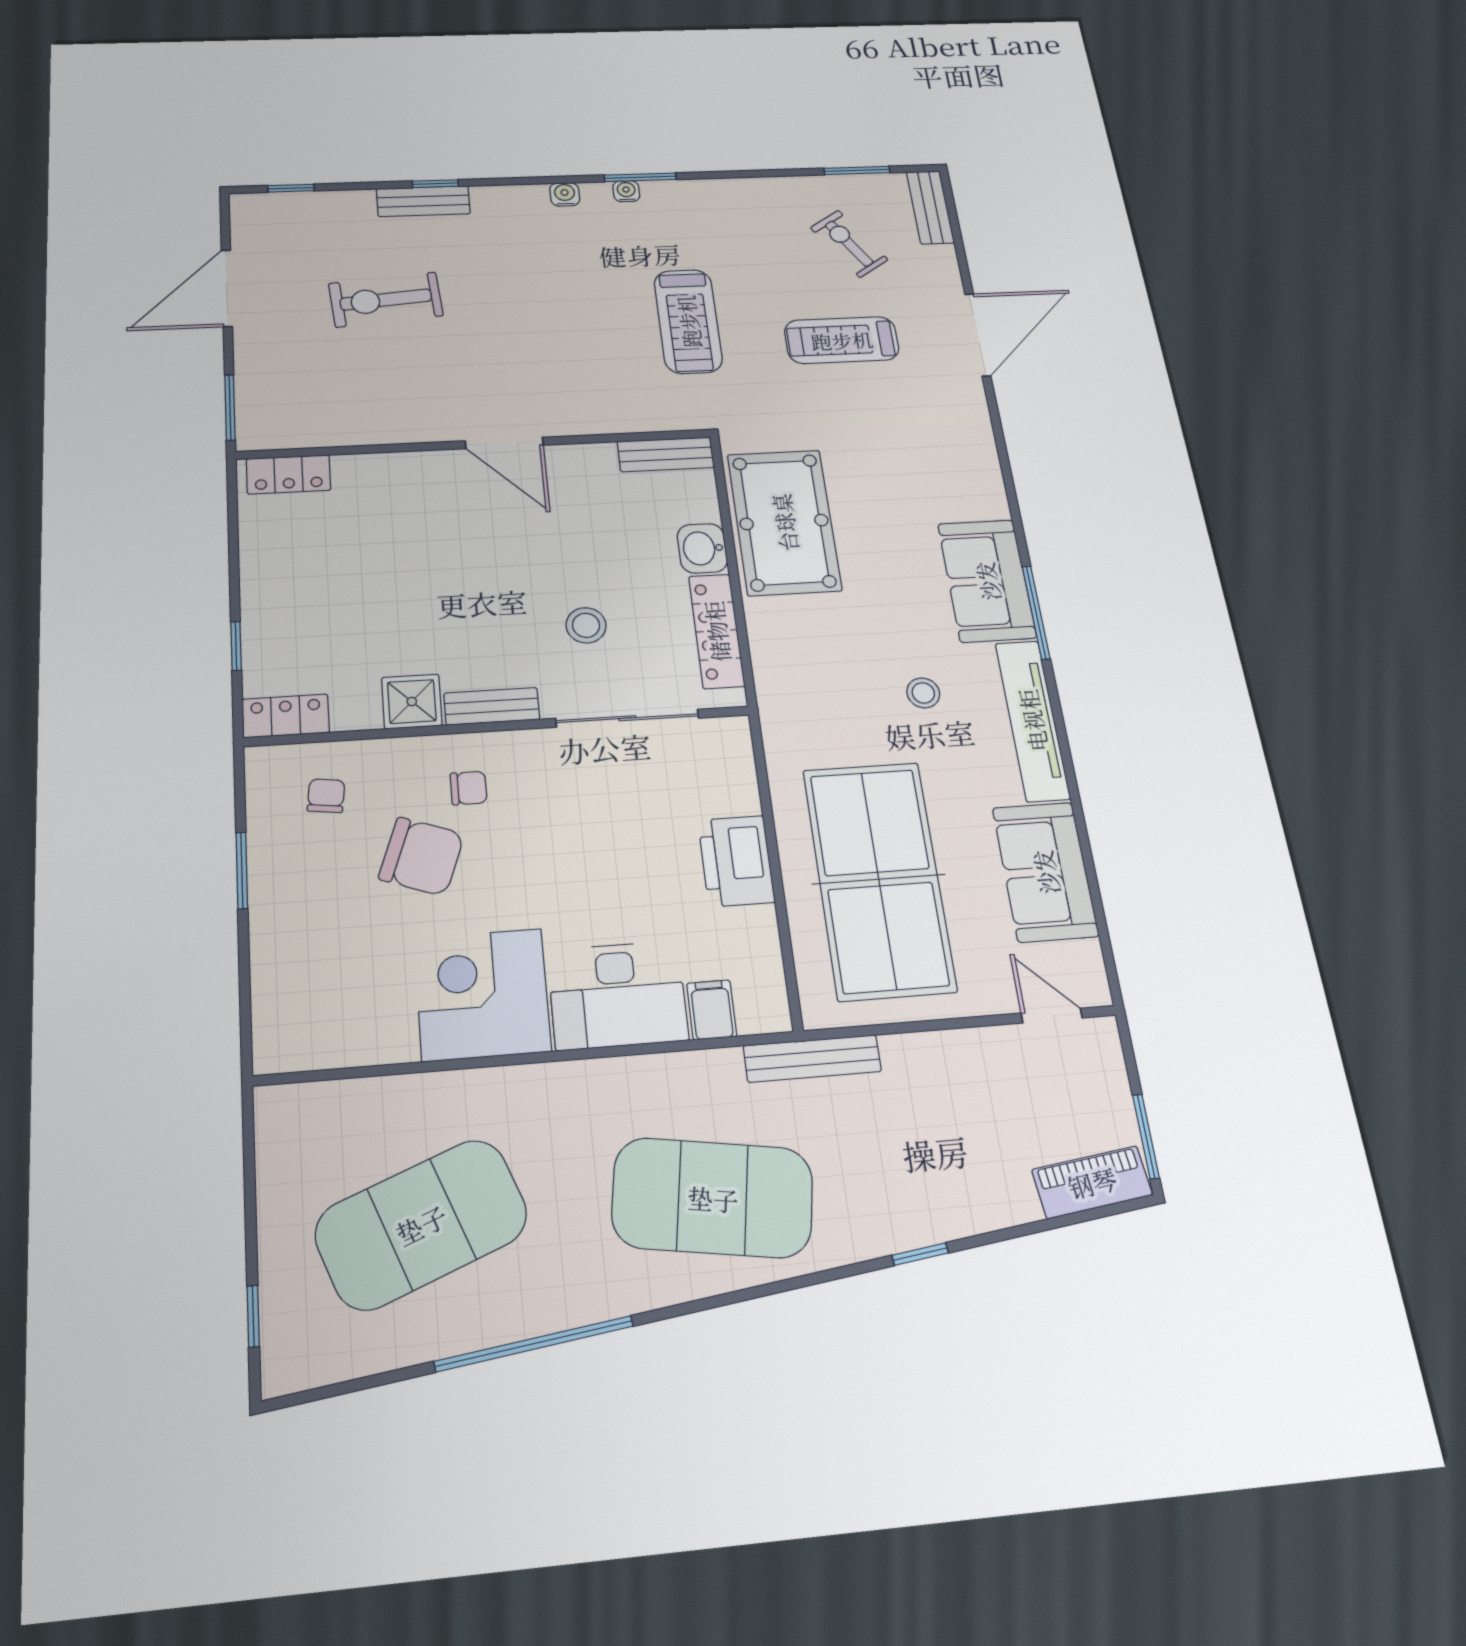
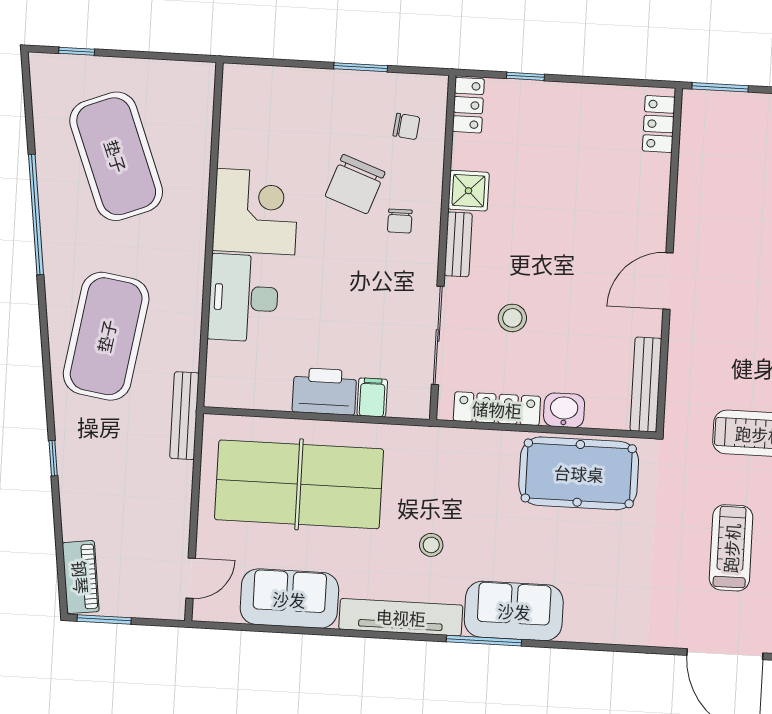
bench: (666, 454) -> (646, 385), width x1.36
filing cabinet: (712, 1010) -> (372, 397), moved, turned -90

